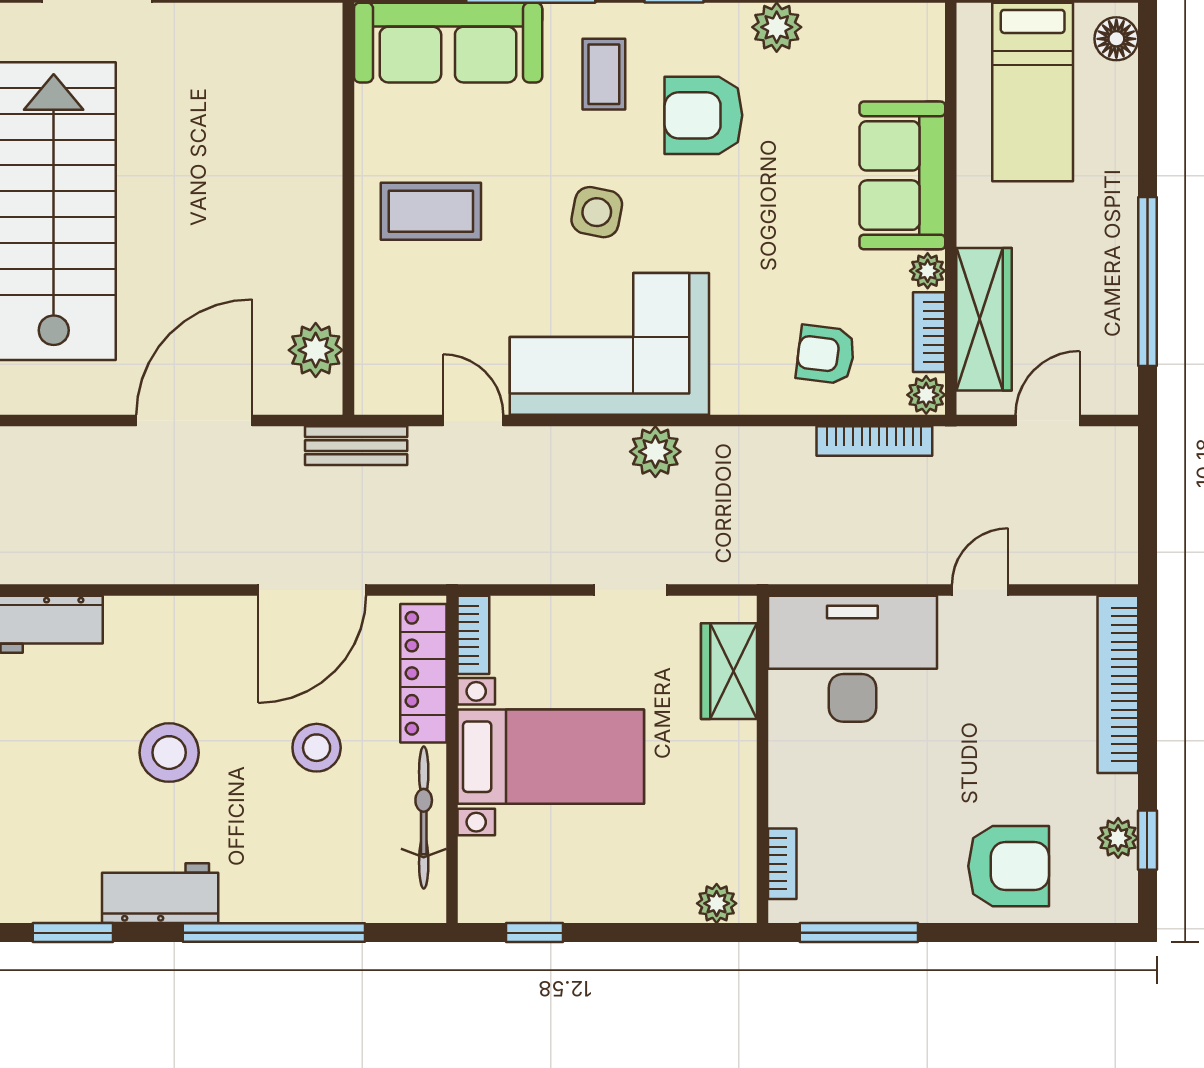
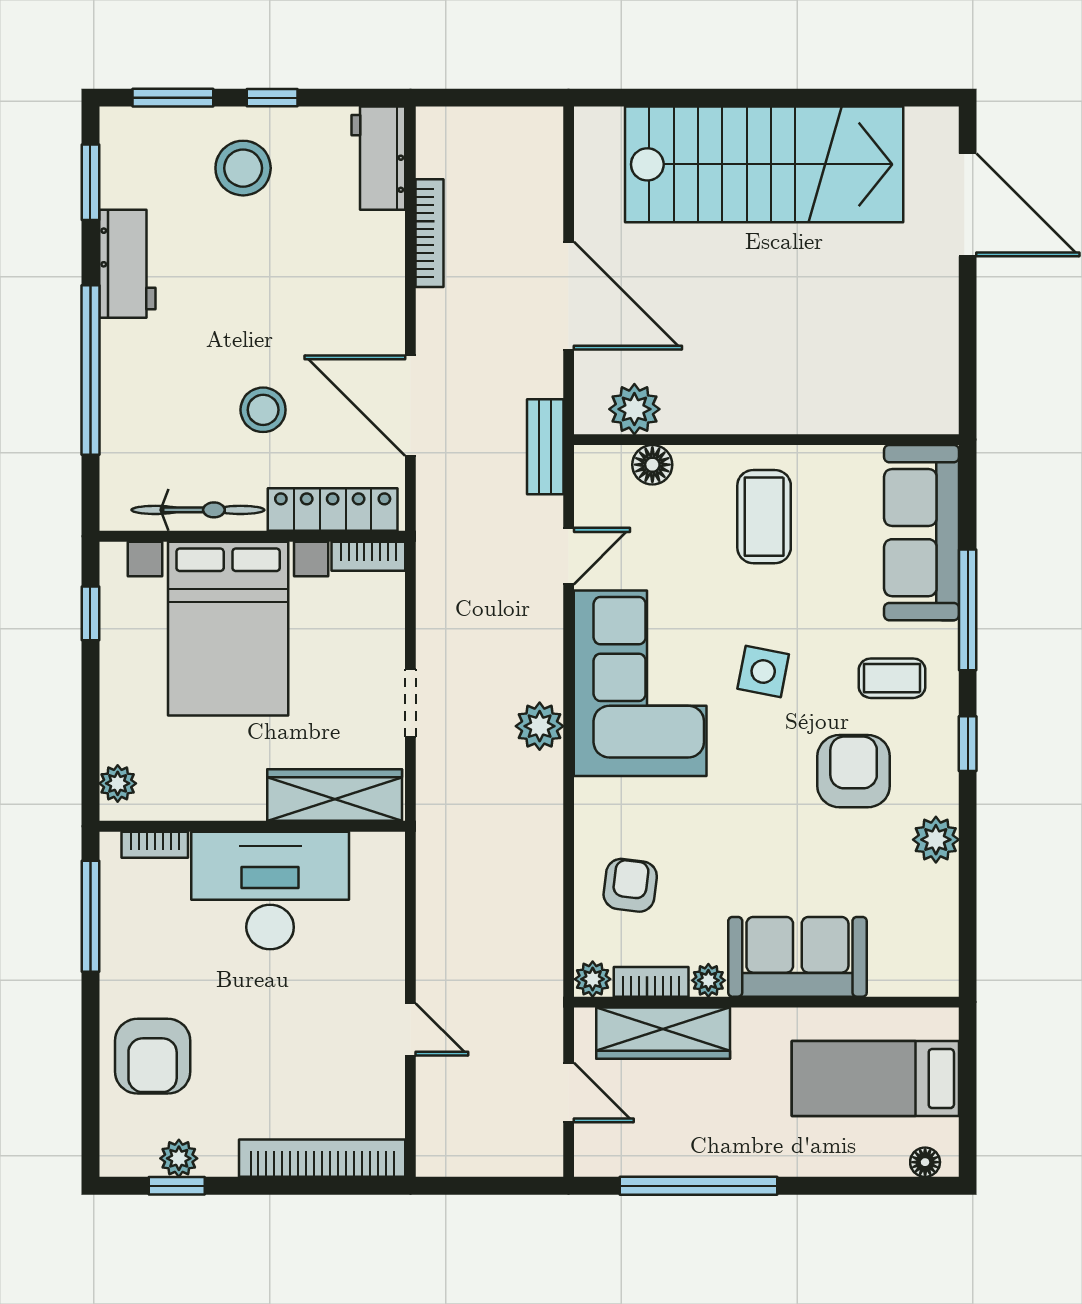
floor lamp: (1116, 39) -> (925, 1162), width x0.73, depth x0.73
floor lamp: (375, 331) -> (652, 465), added
bookcase: (874, 441) -> (429, 233), moved, turned 180
desk: (852, 659) -> (270, 890), moved, turned -90
wardrobe: (729, 671) -> (335, 795), width x1.50
stool: (169, 753) -> (243, 168), moved
bed with nightstands: (551, 757) -> (228, 629), width x1.36

